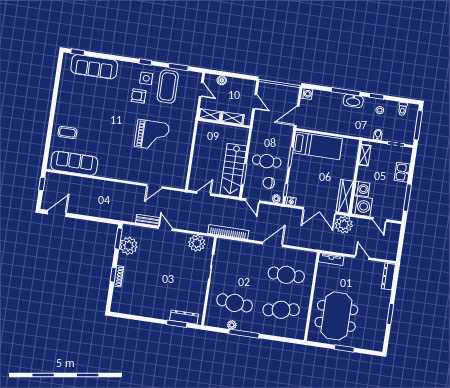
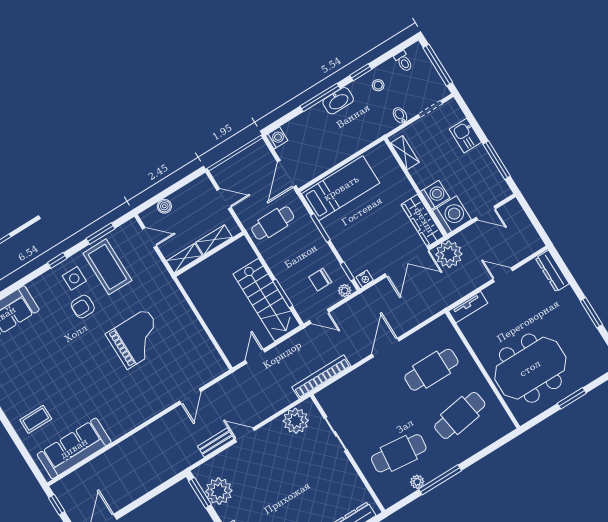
cafe table: (267, 161) -> (273, 223), moved
meeting table: (336, 316) -> (530, 368), turned 90

